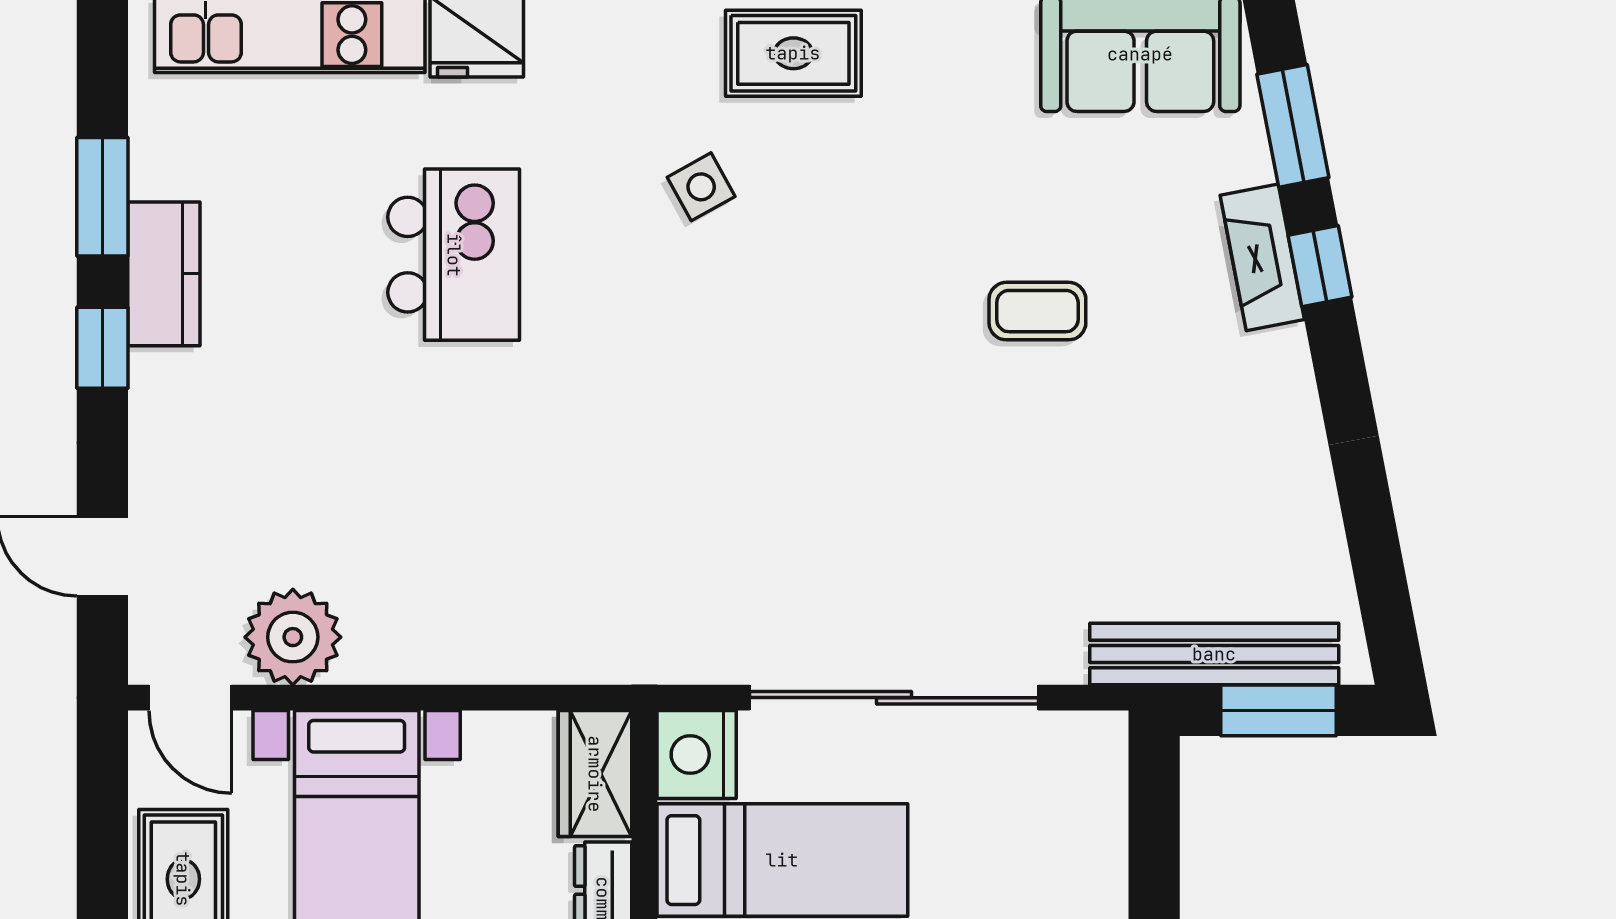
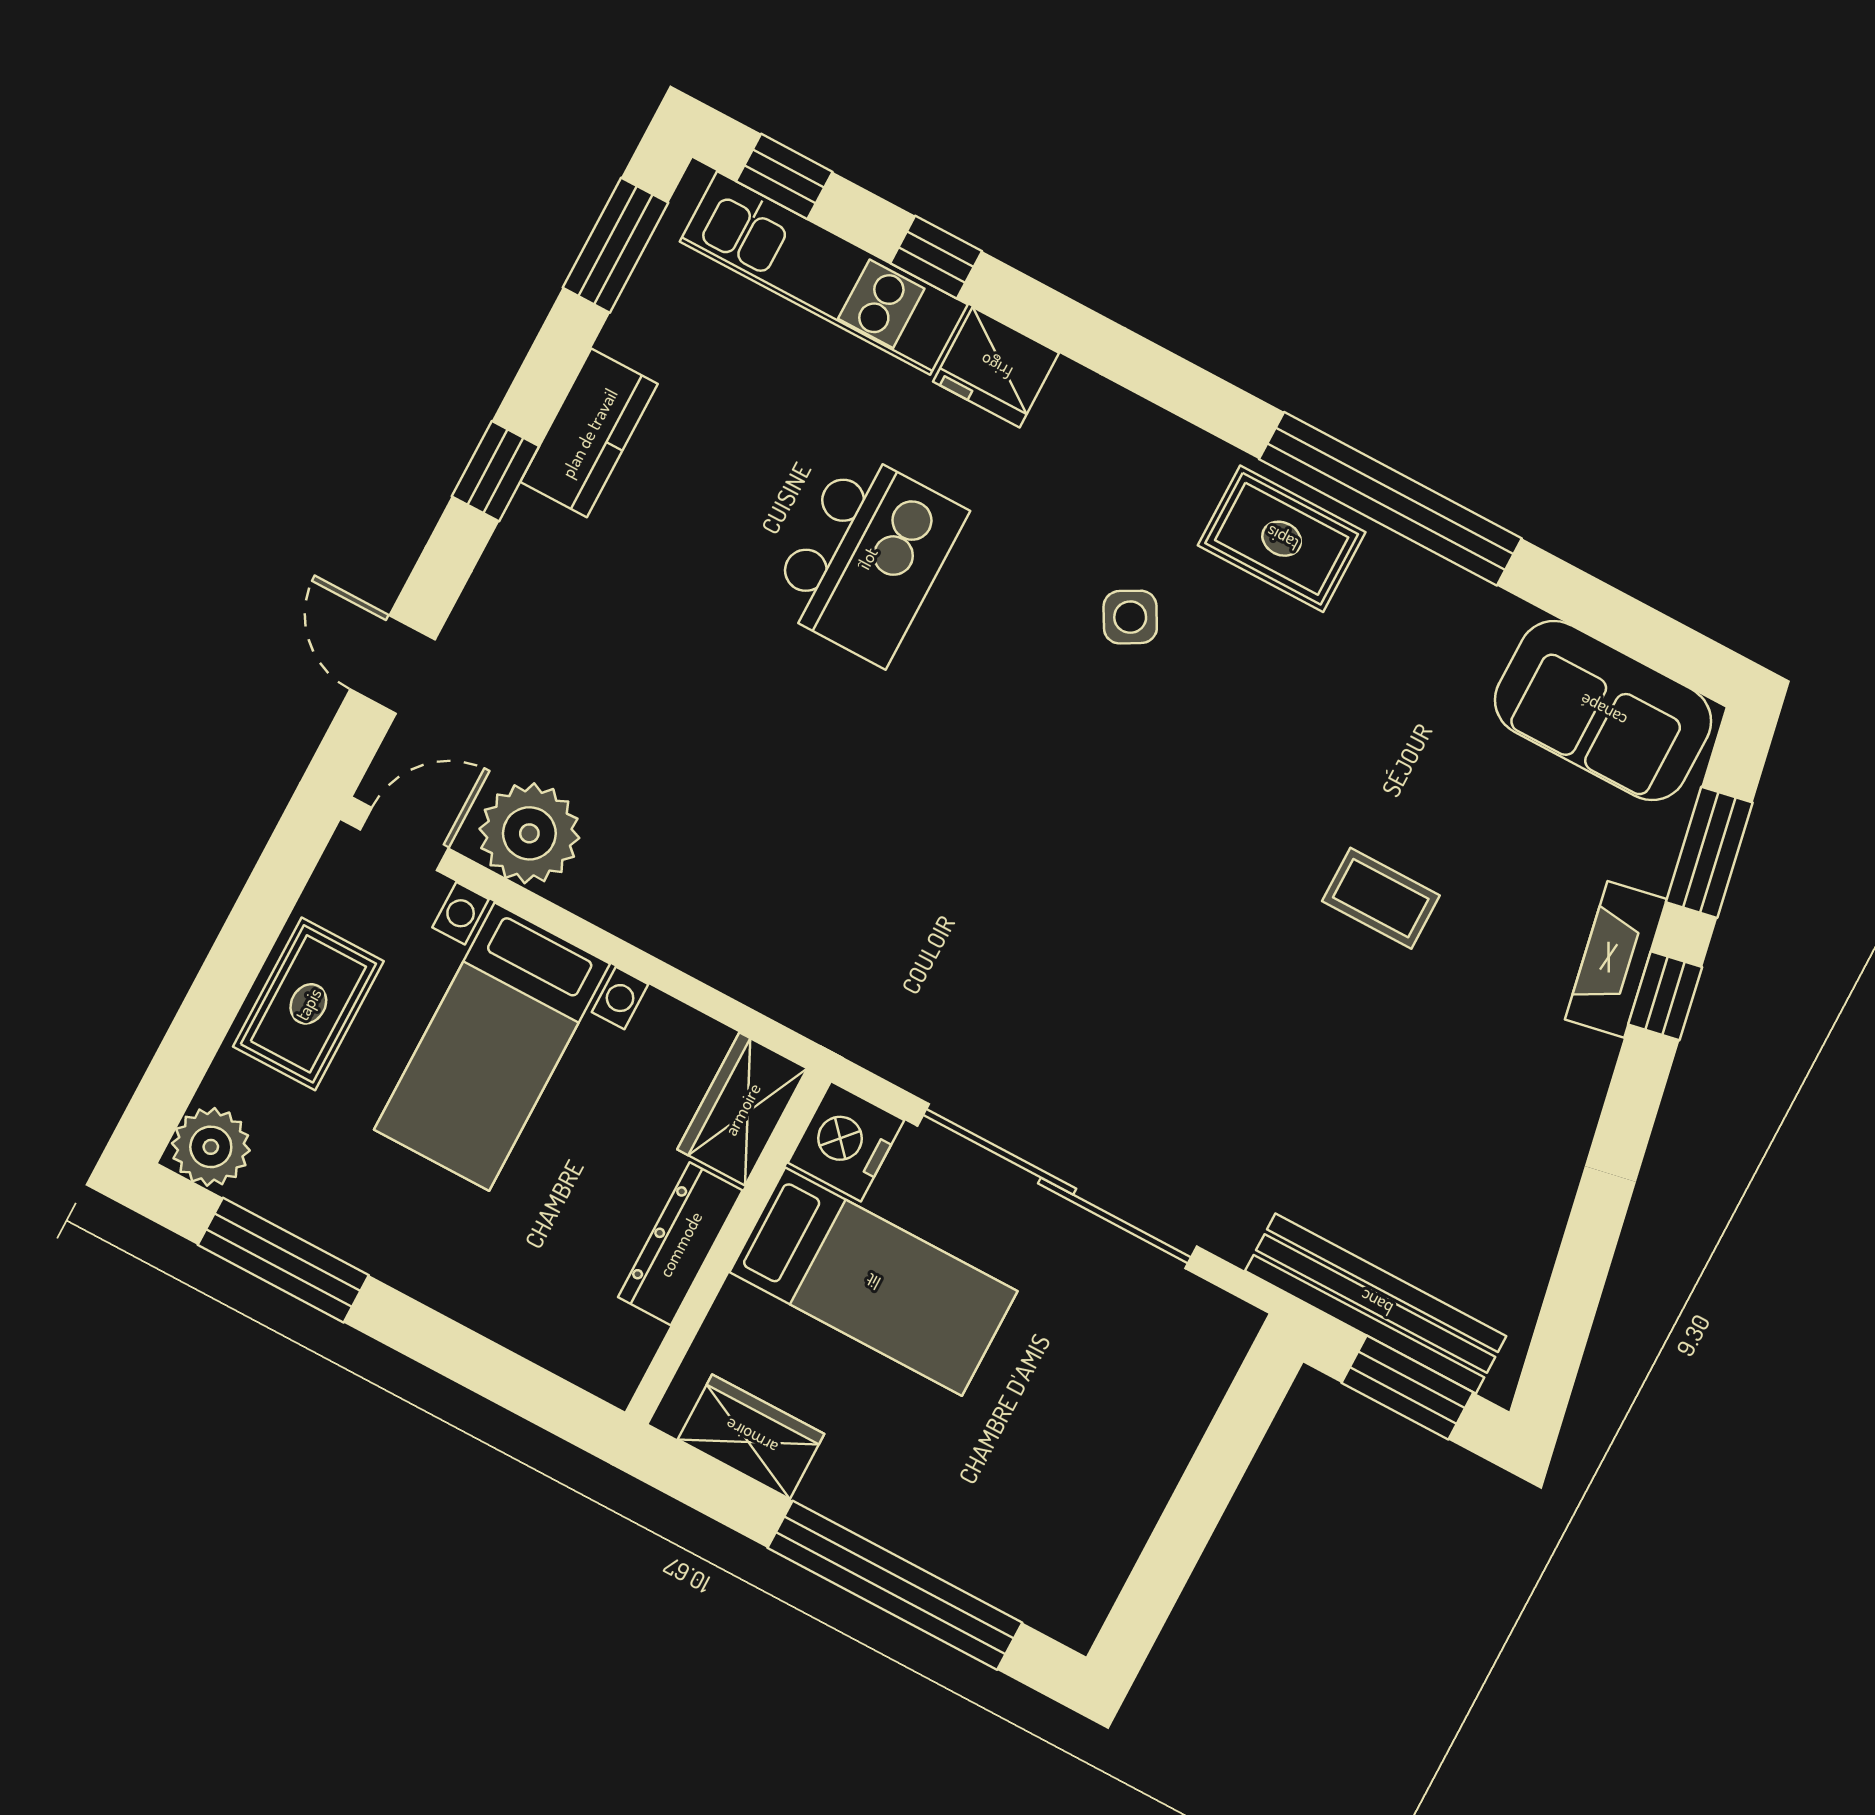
window: (102, 197) -> (616, 245), moved
door: (190, 698) -> (404, 839), swing flipped

